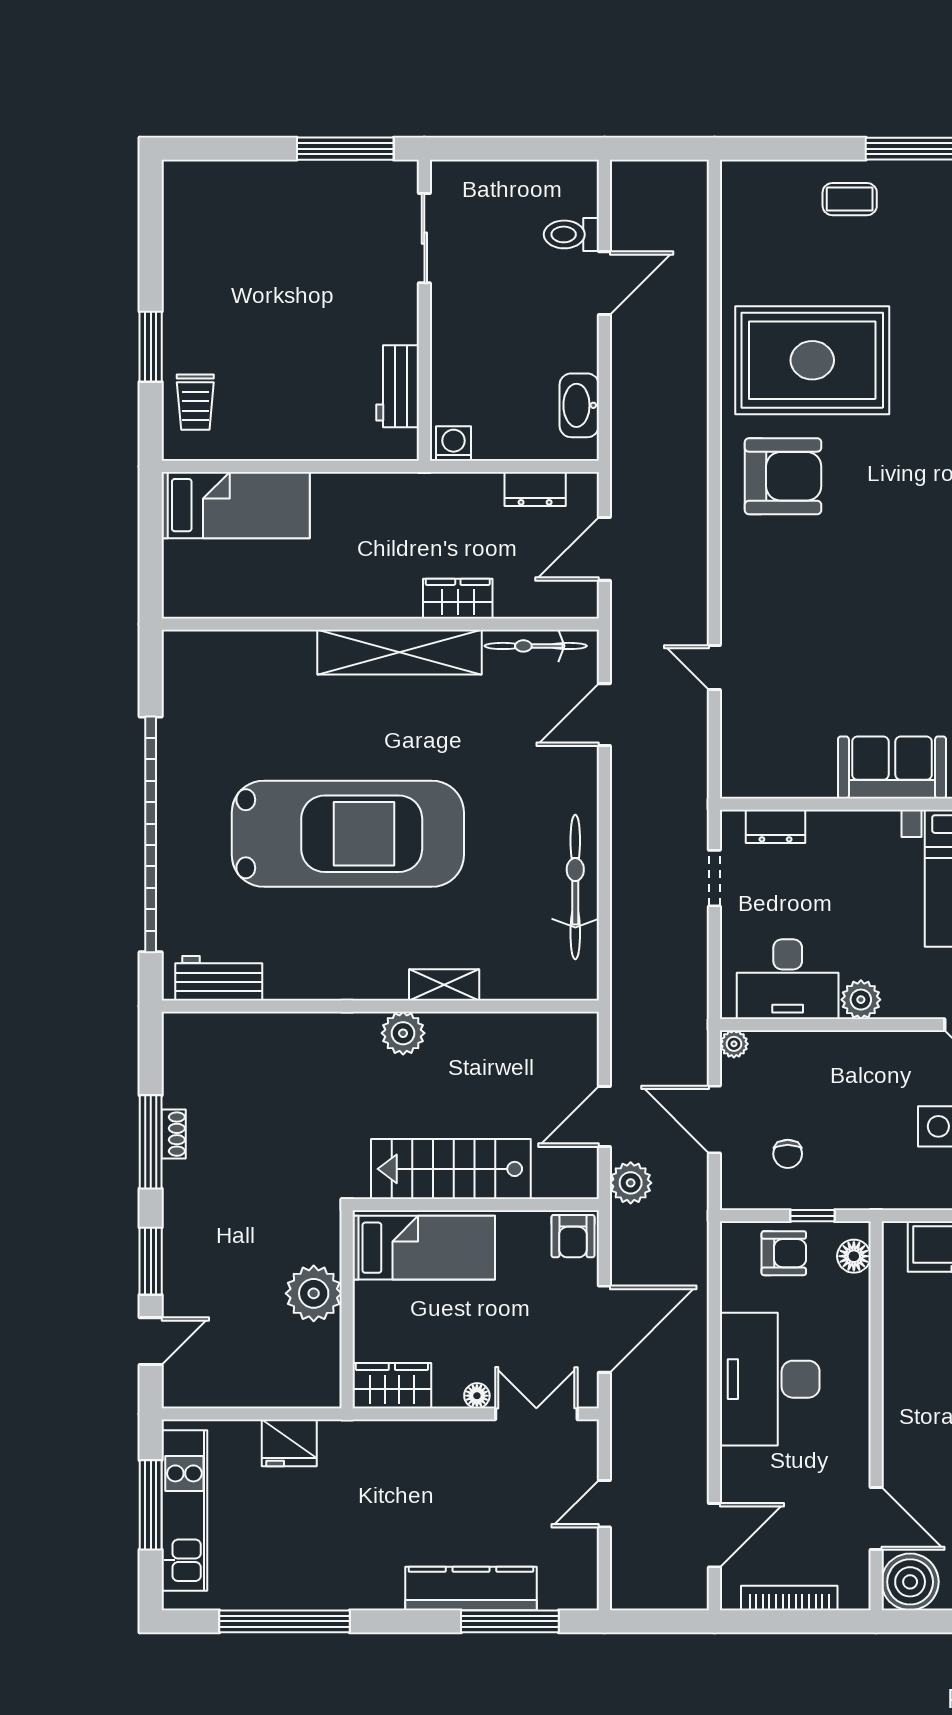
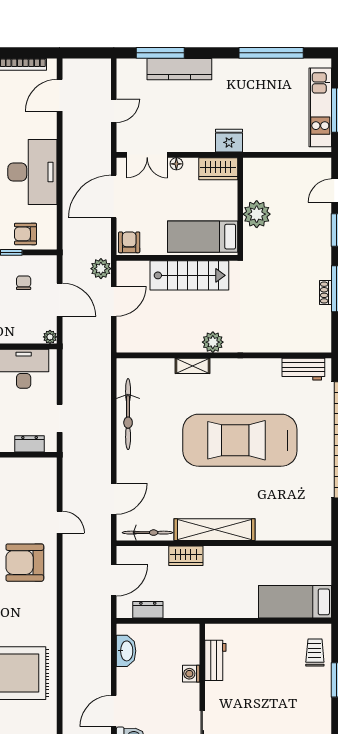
washing machine: (454, 443) -> (191, 674), moved, turned 90
armchair: (783, 476) -> (25, 563), moved
fridge: (289, 1443) -> (229, 141), moved

